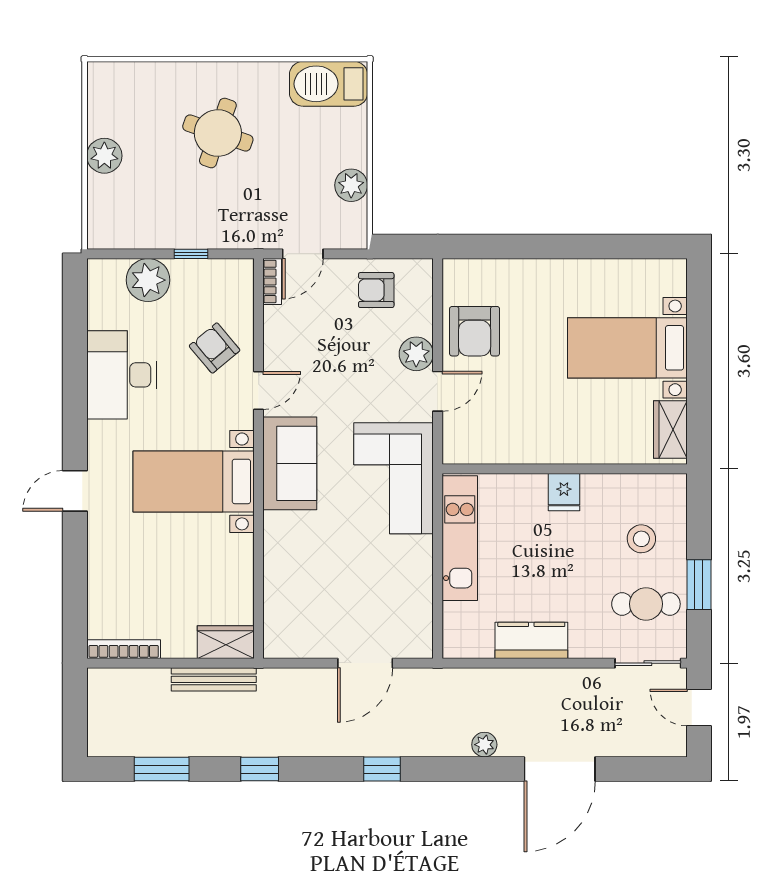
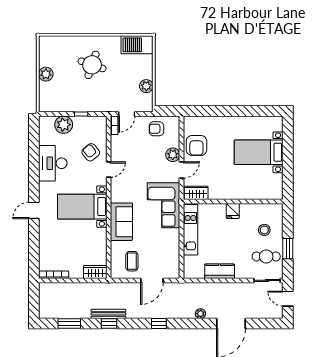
wardrobe: (670, 430) -> (196, 193), moved, turned 90
sofa: (290, 463) -> (121, 222), moved
coffee table: (316, 616) -> (132, 261), added
bench: (214, 679) -> (108, 314), moved

